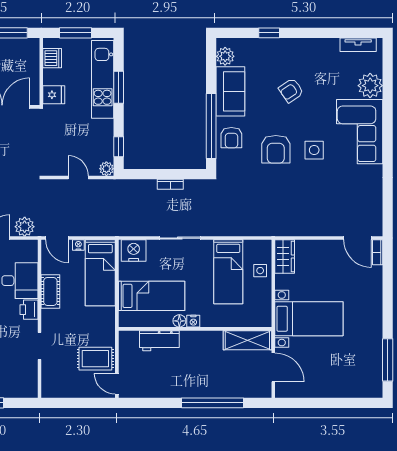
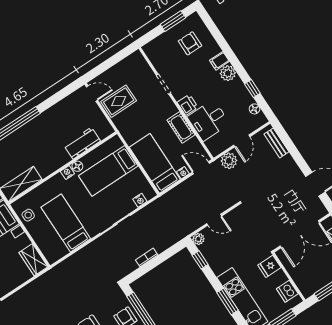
nightstand: (134, 251) -> (140, 200), width x0.53, depth x0.56
side table: (260, 271) -> (28, 215), moved

